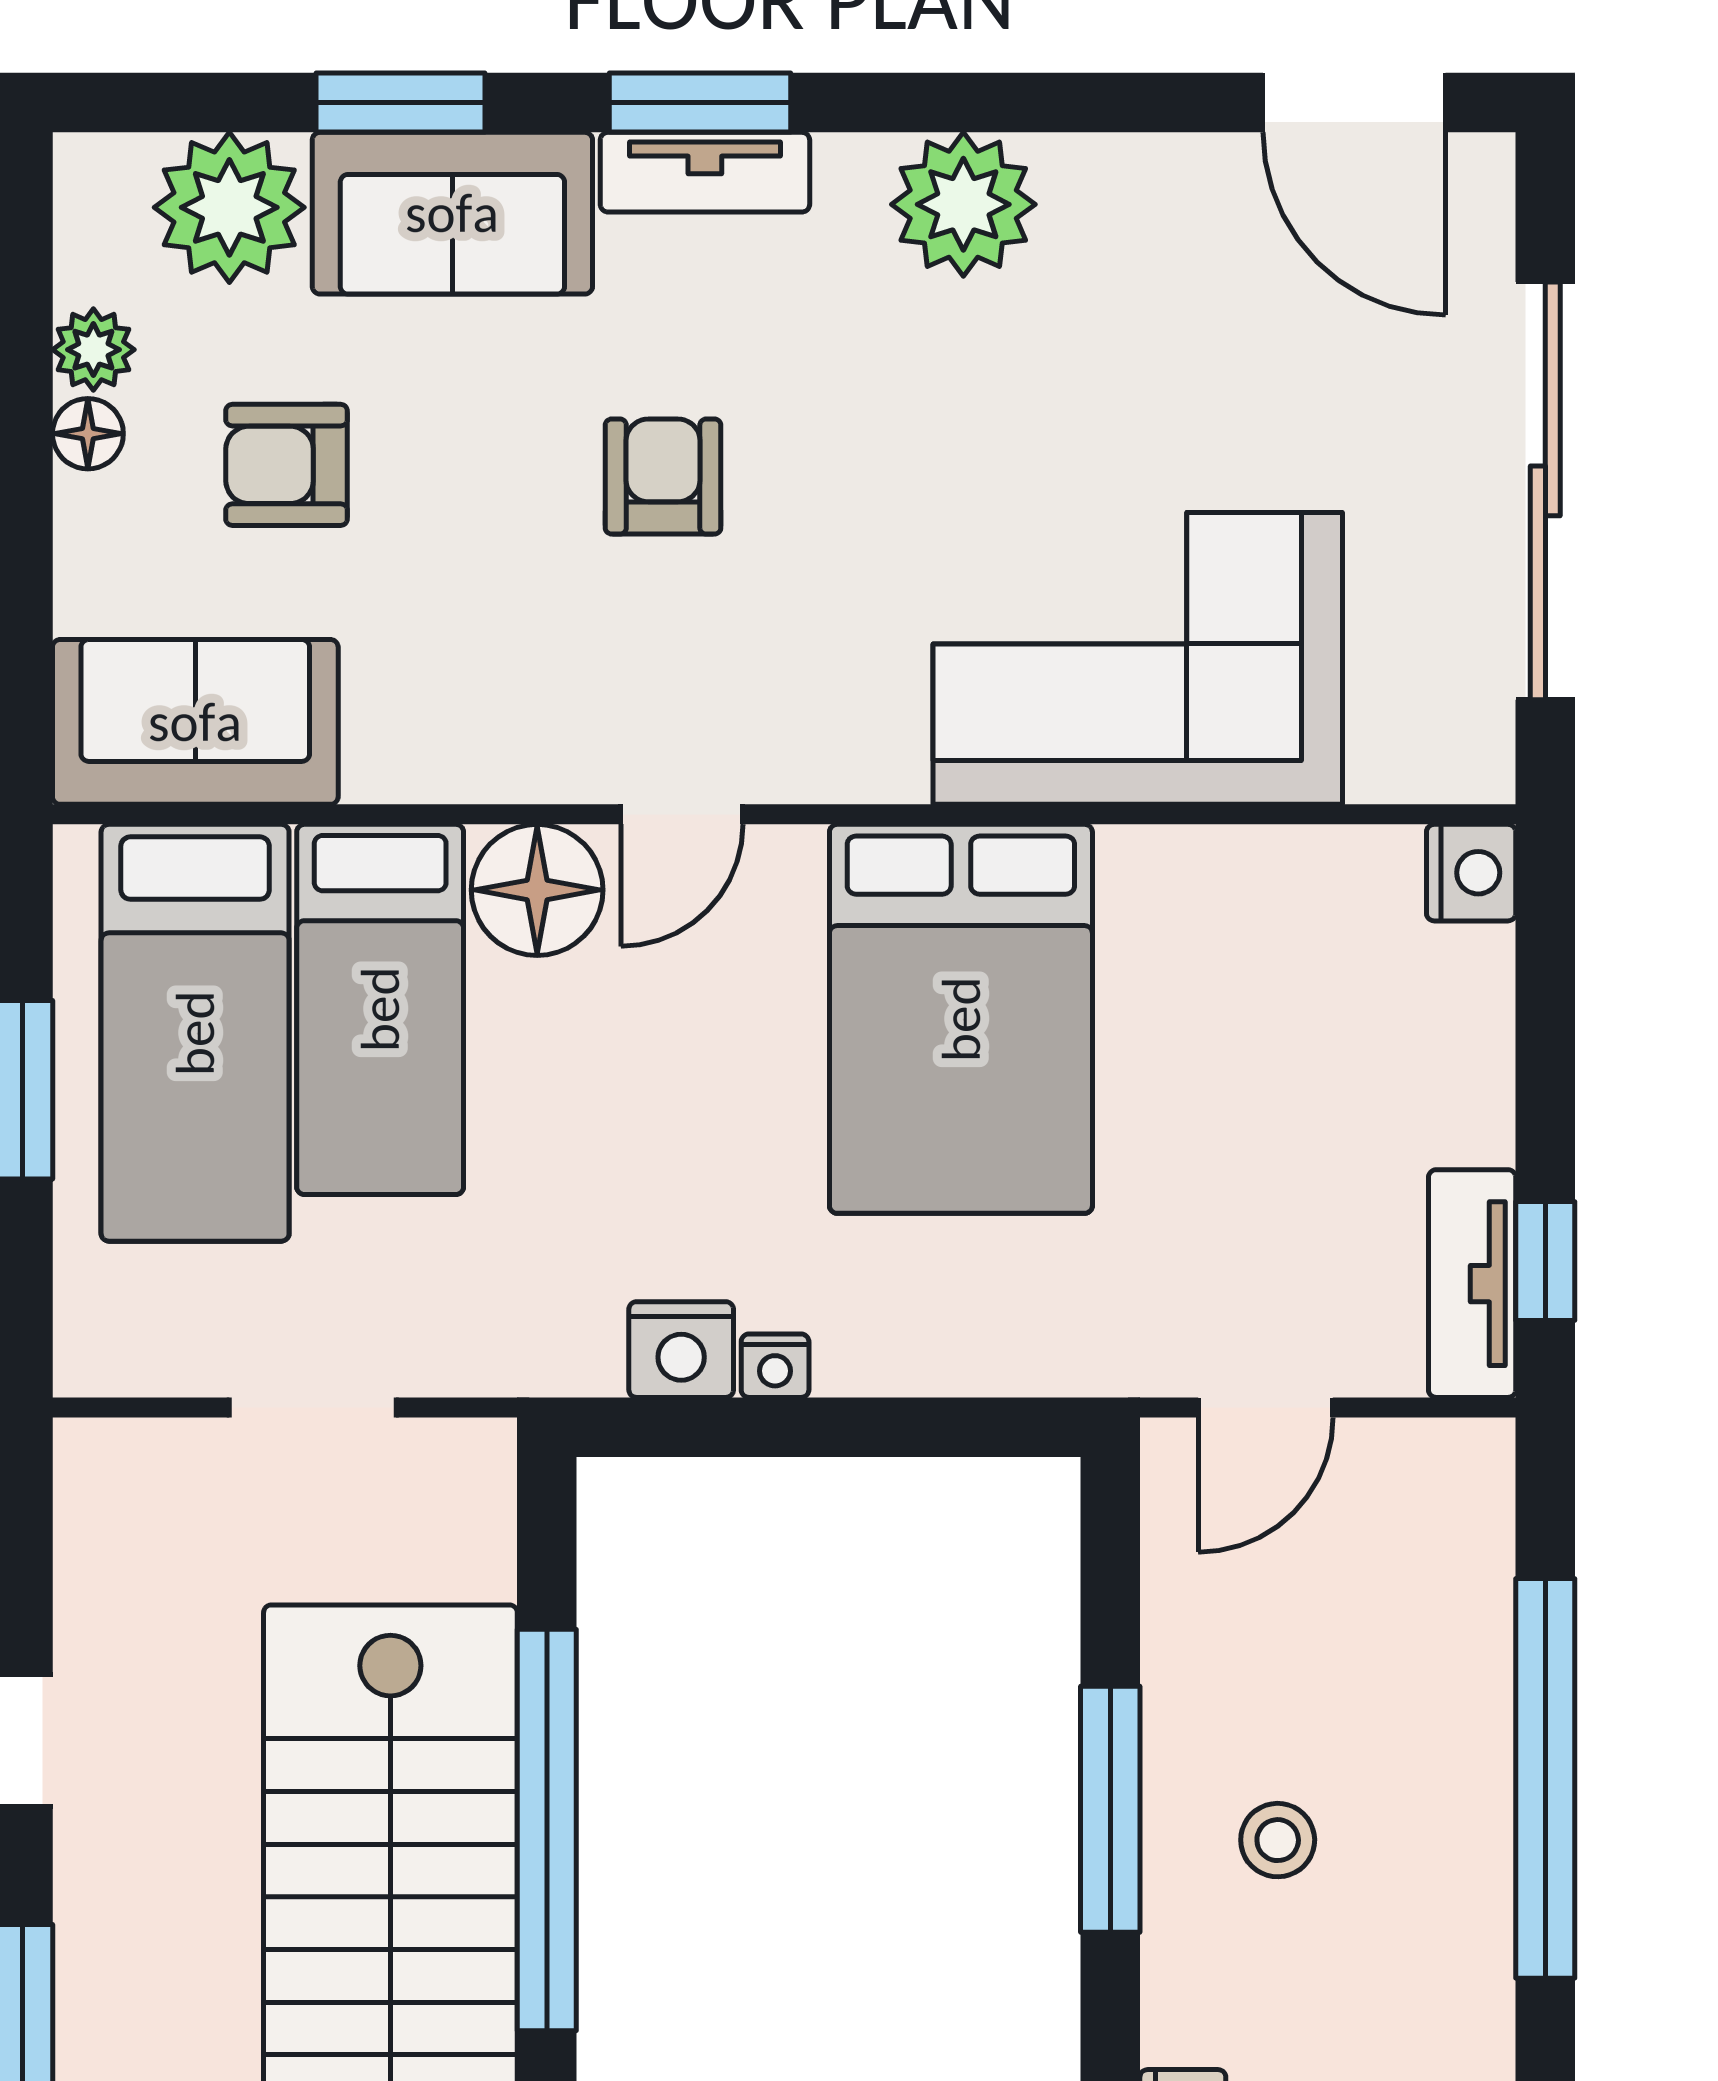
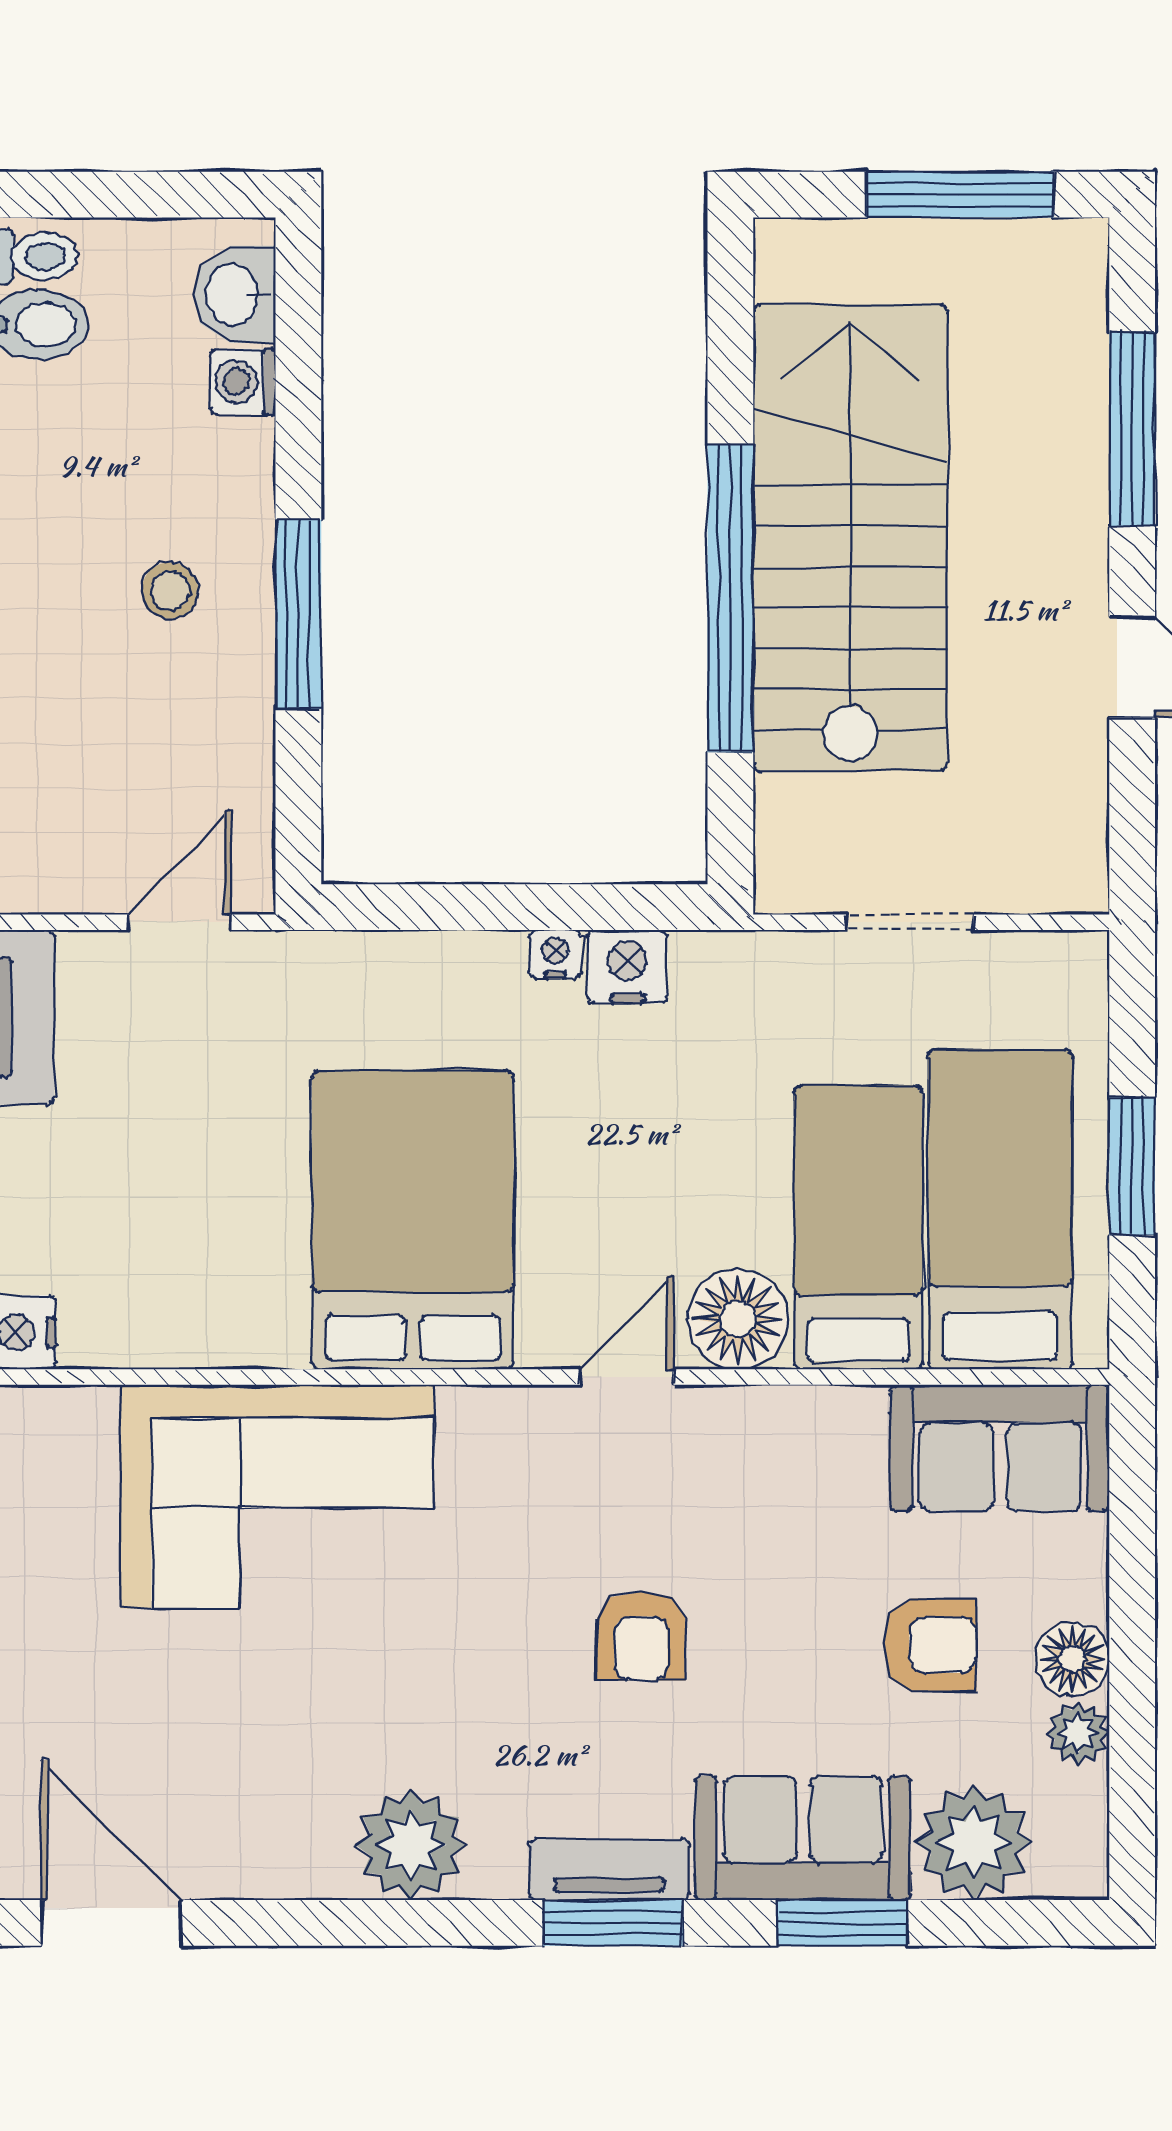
floor lamp: (88, 434) -> (1072, 1659), width x1.37, depth x1.37

